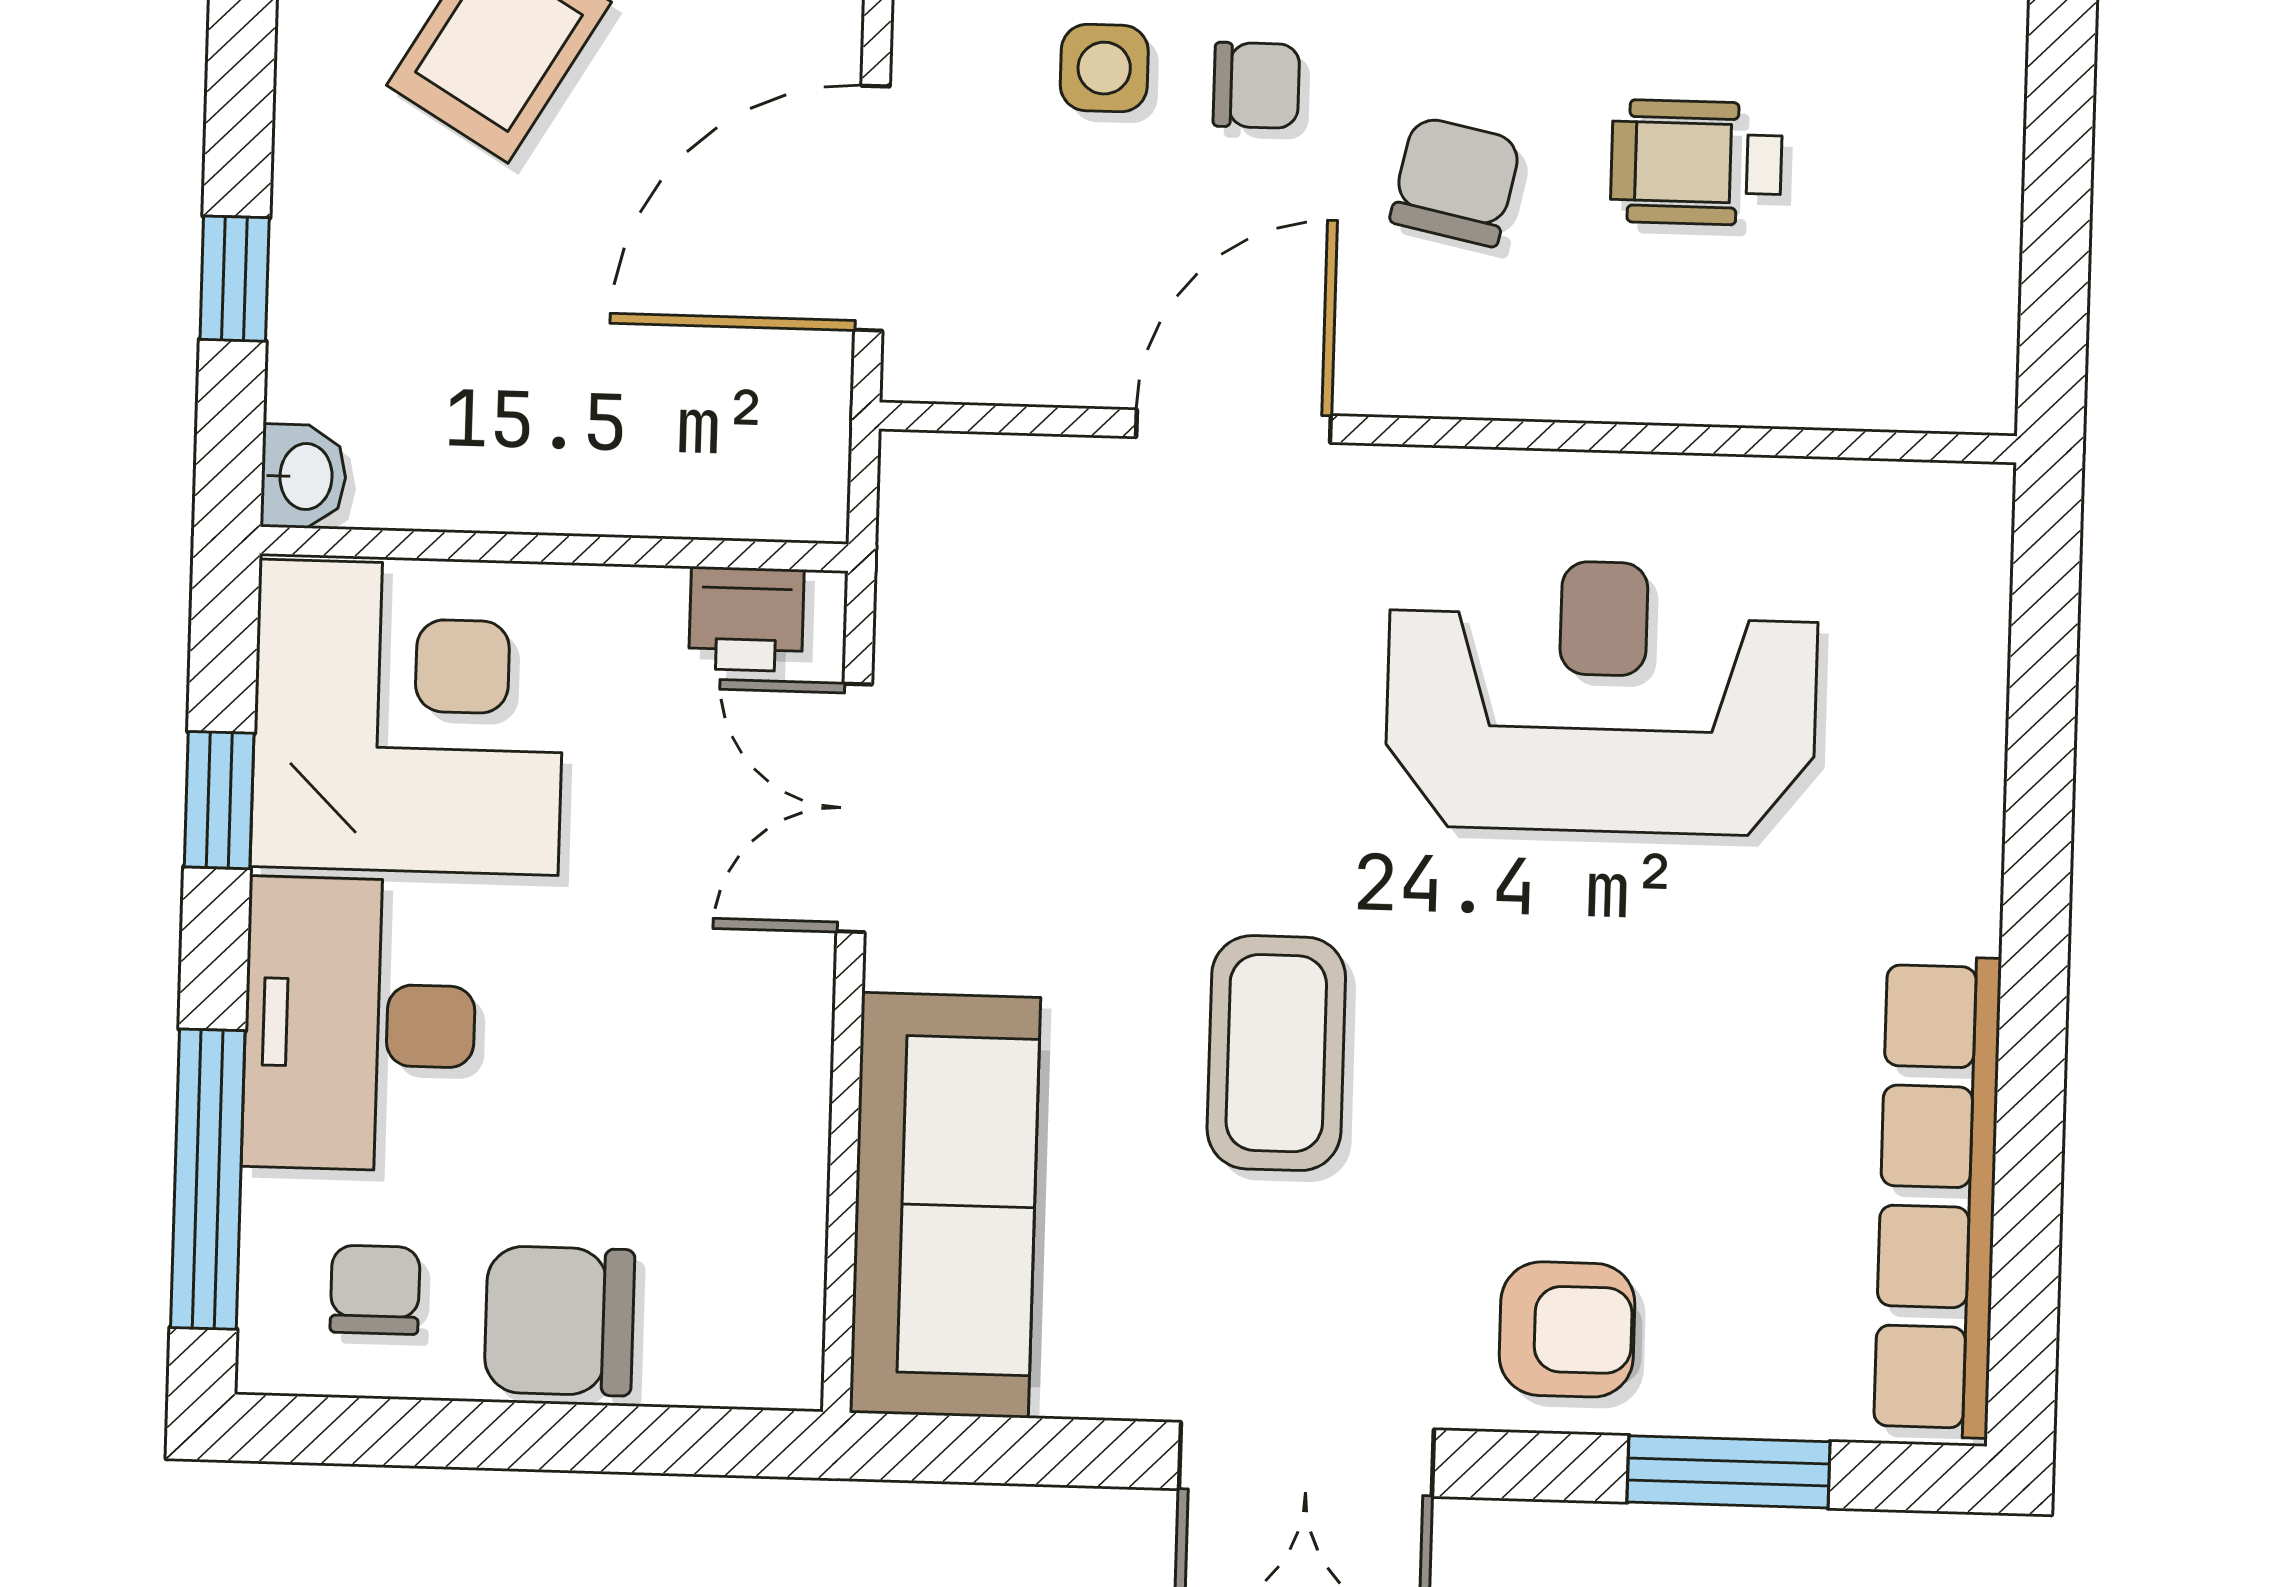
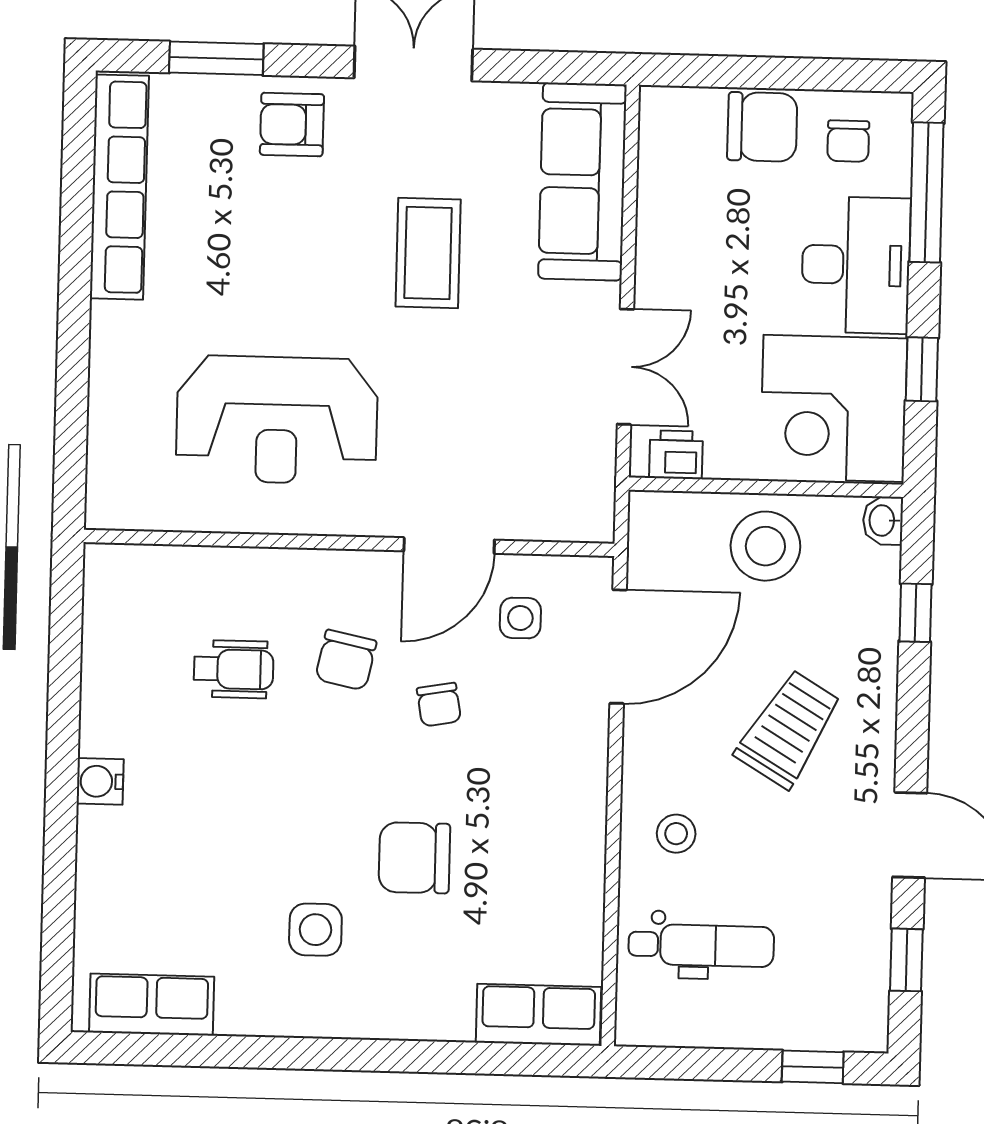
side table: (1104, 68) -> (520, 618), moved
chair: (1256, 85) -> (439, 705), turned -100
stool: (556, 422) -> (765, 546), added

